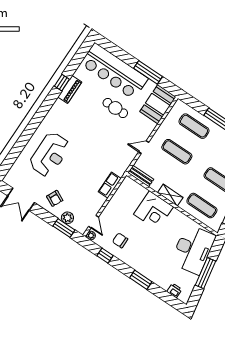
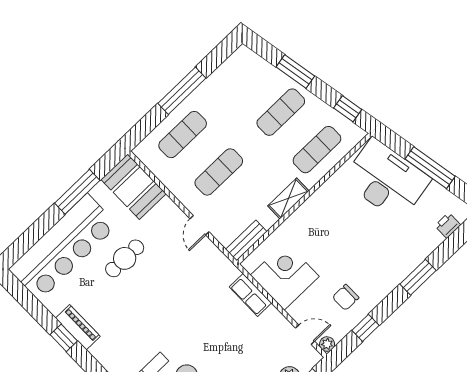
corner desk: (153, 210) -> (285, 276), moved, turned -90

